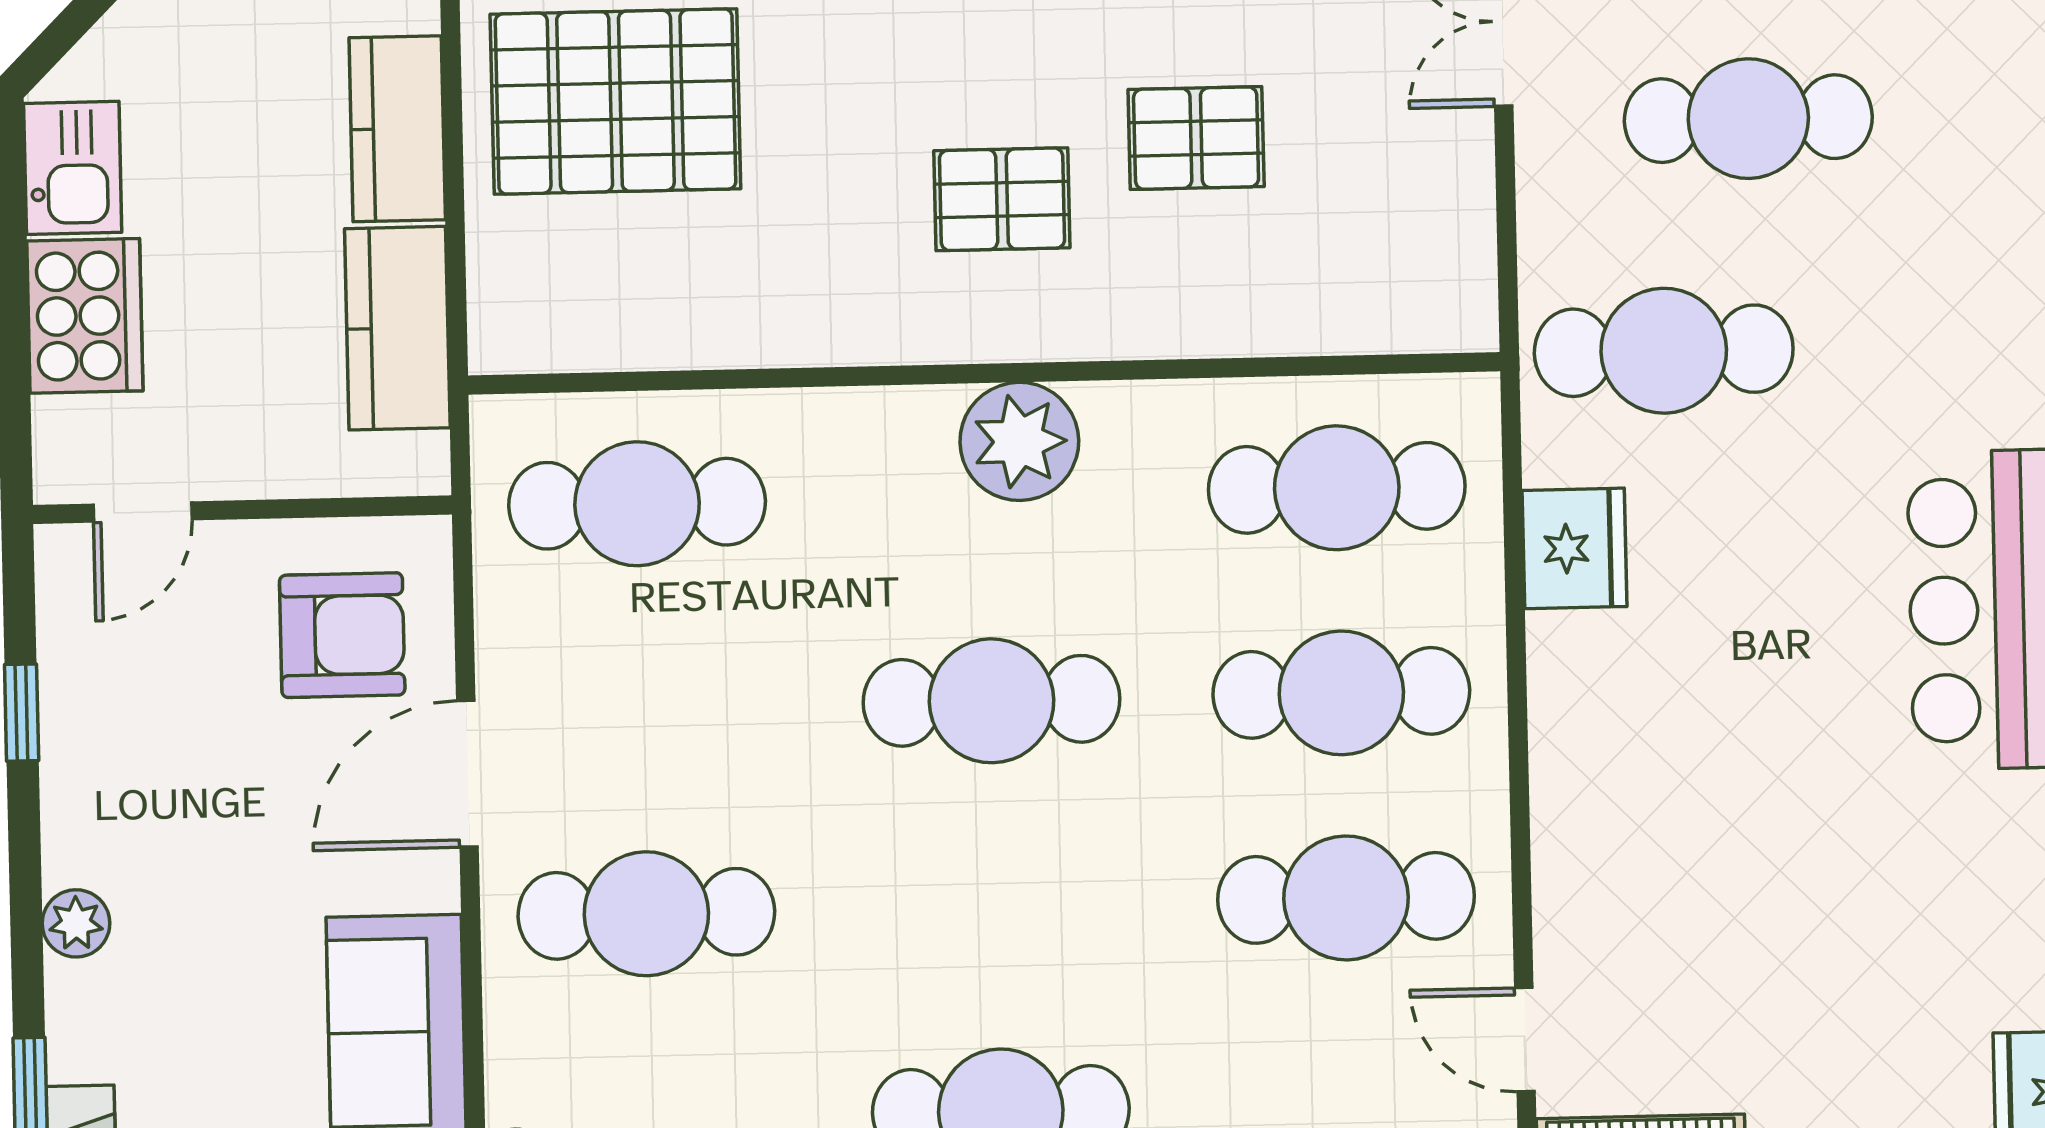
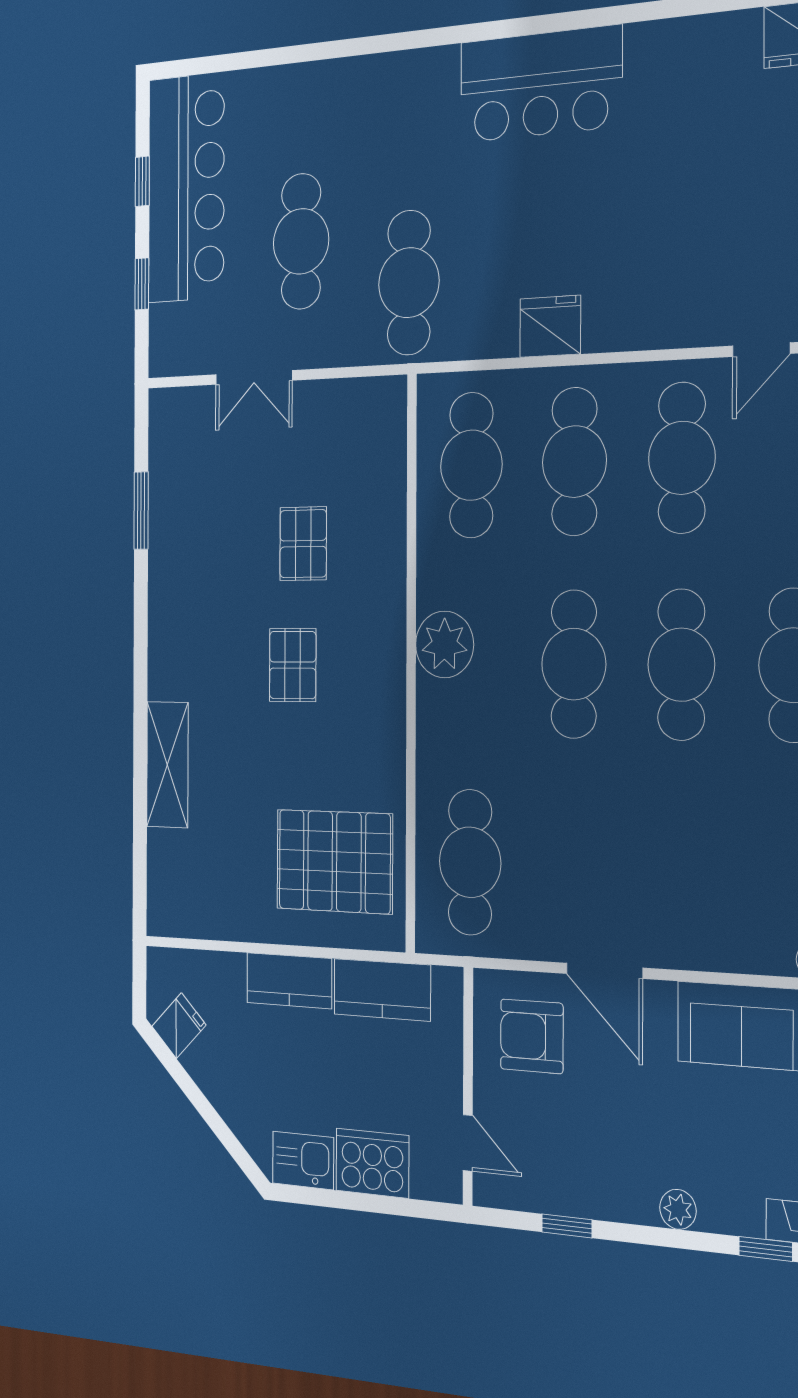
pallet: (615, 101) -> (334, 861), moved, turned 90
pallet: (1002, 199) -> (293, 665), moved
fridge: (1574, 548) -> (550, 326), moved
armchair: (342, 635) -> (532, 1036), turned -90
cafe table: (646, 914) -> (681, 665), moved

